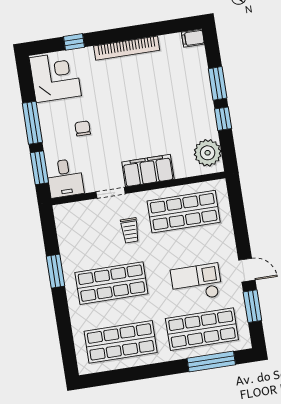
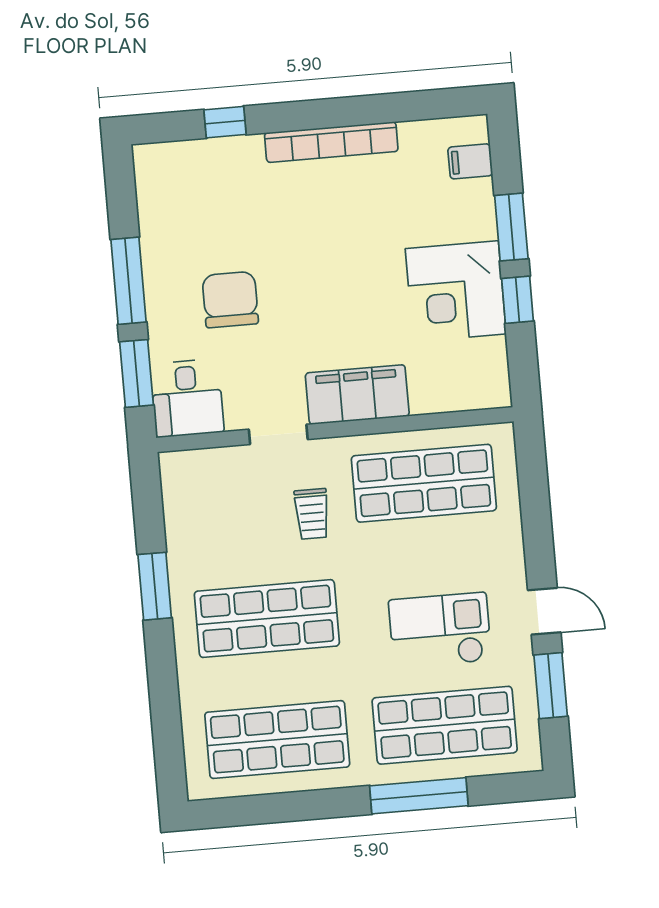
filing cabinet: (193, 38) -> (470, 161), moved
corner desk: (55, 77) -> (456, 291), moved, turned 180
chair: (83, 128) -> (230, 300), width x1.87, depth x1.87
plant: (208, 153) -> (481, 367), removed
window: (211, 361) -> (419, 796), moved

